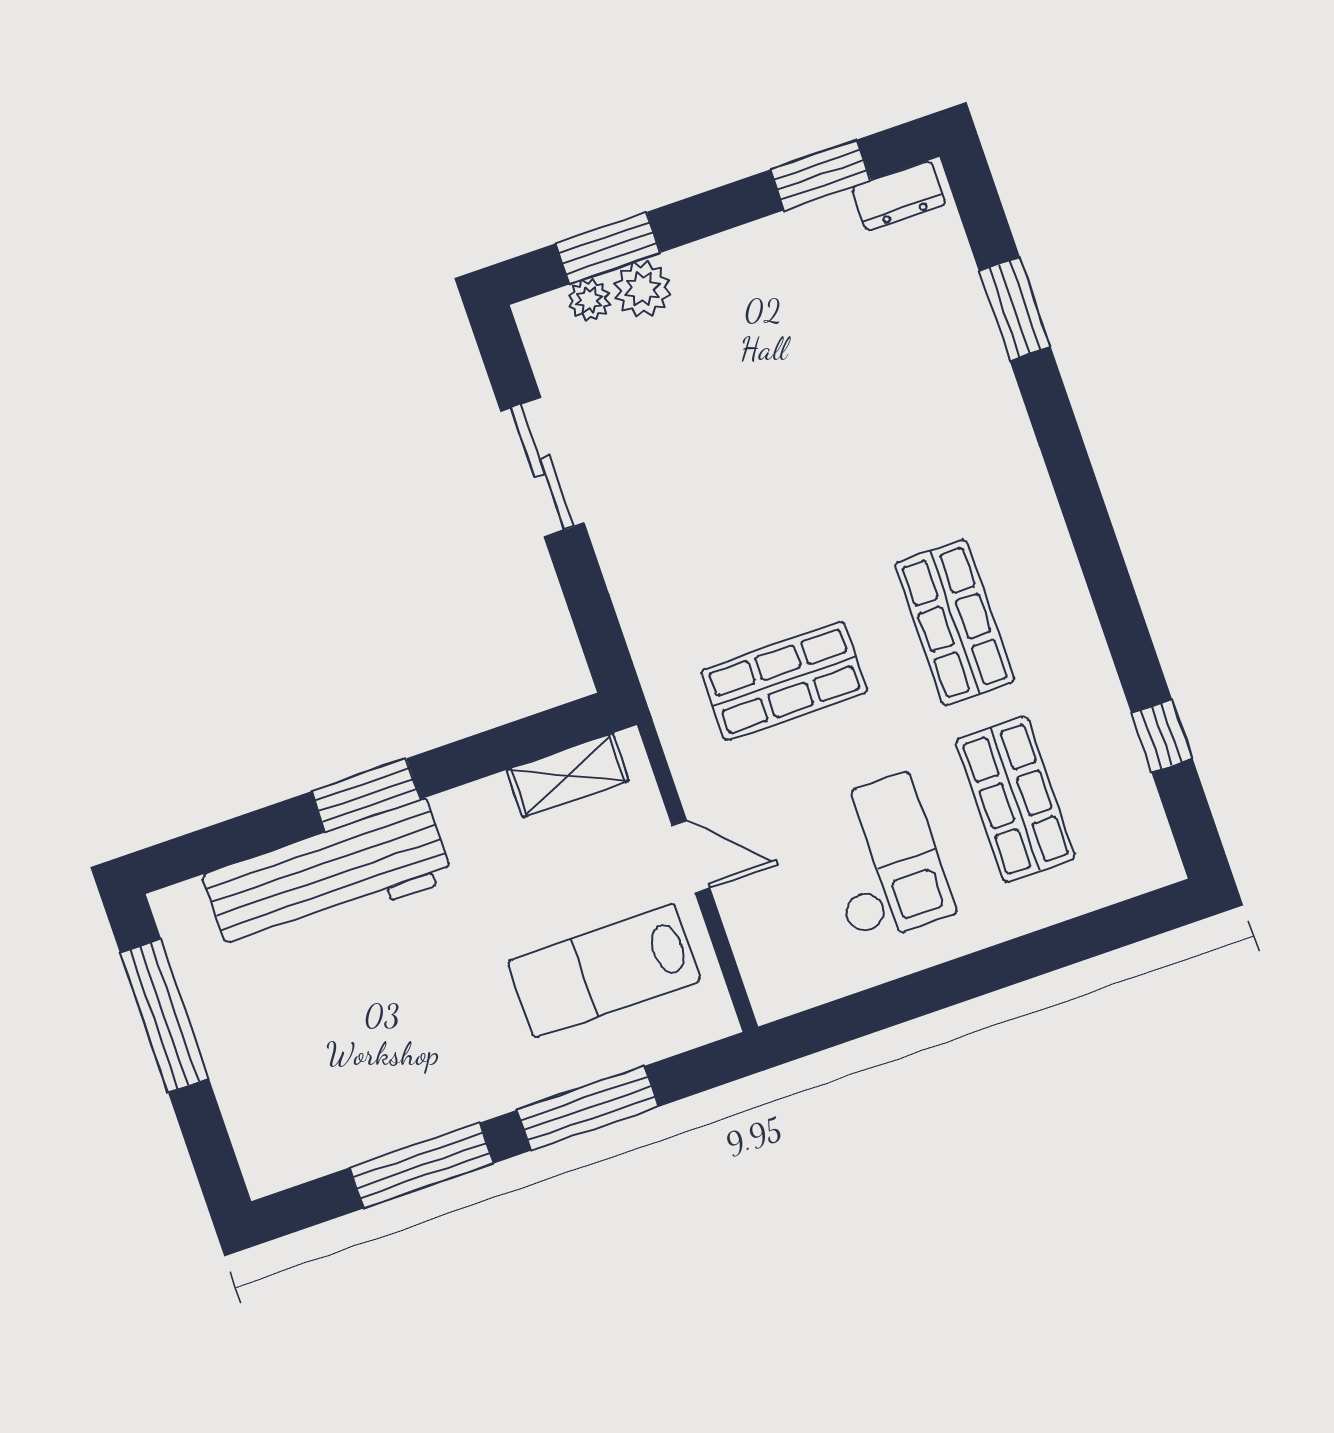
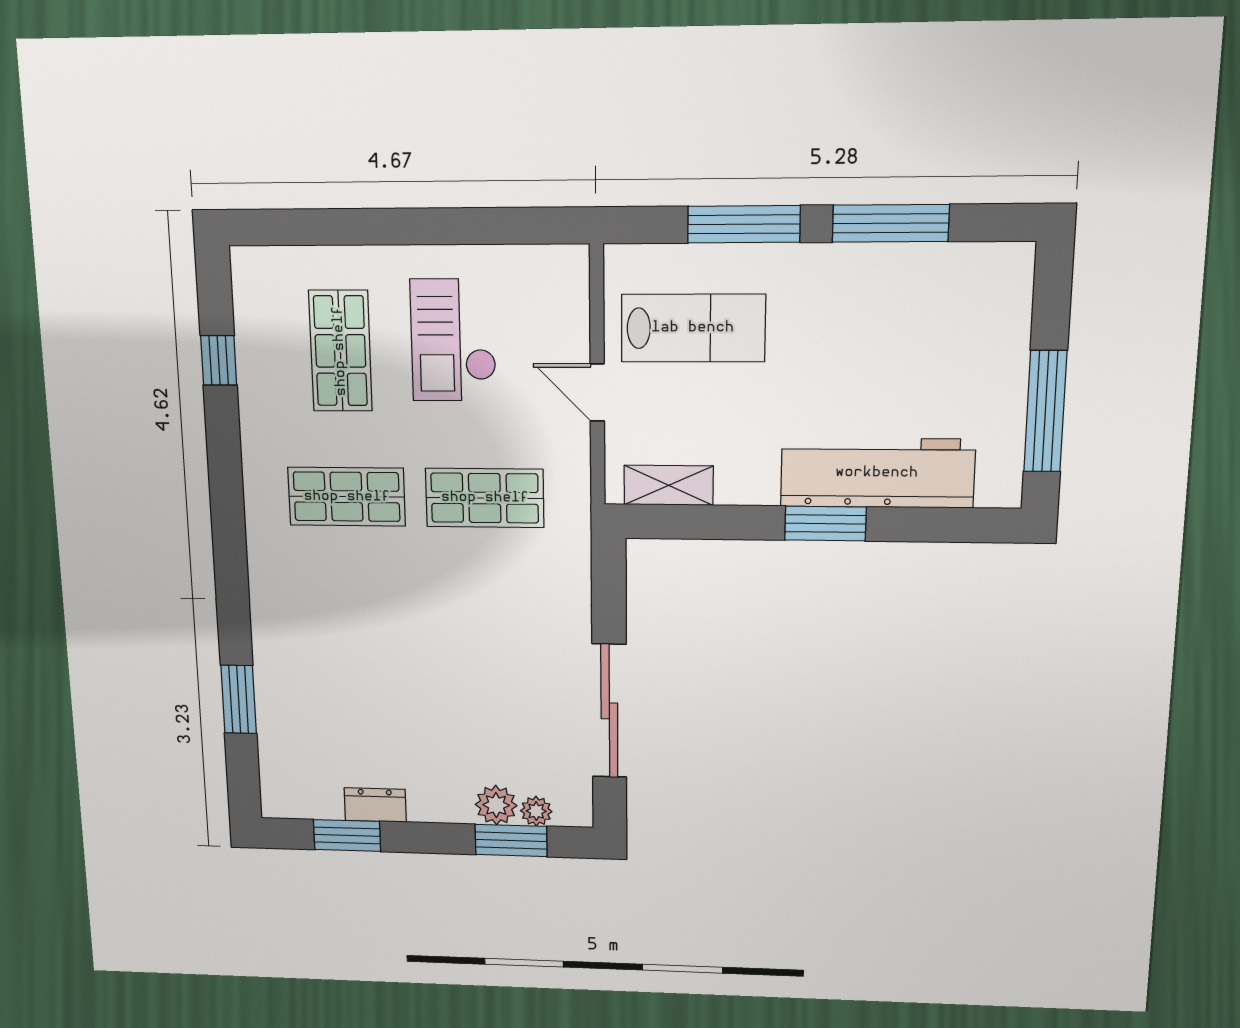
dresser: (899, 196) -> (375, 805), moved
sliding door: (542, 467) -> (609, 711), width x1.37
shop shelf: (955, 623) -> (347, 497), turned 90

